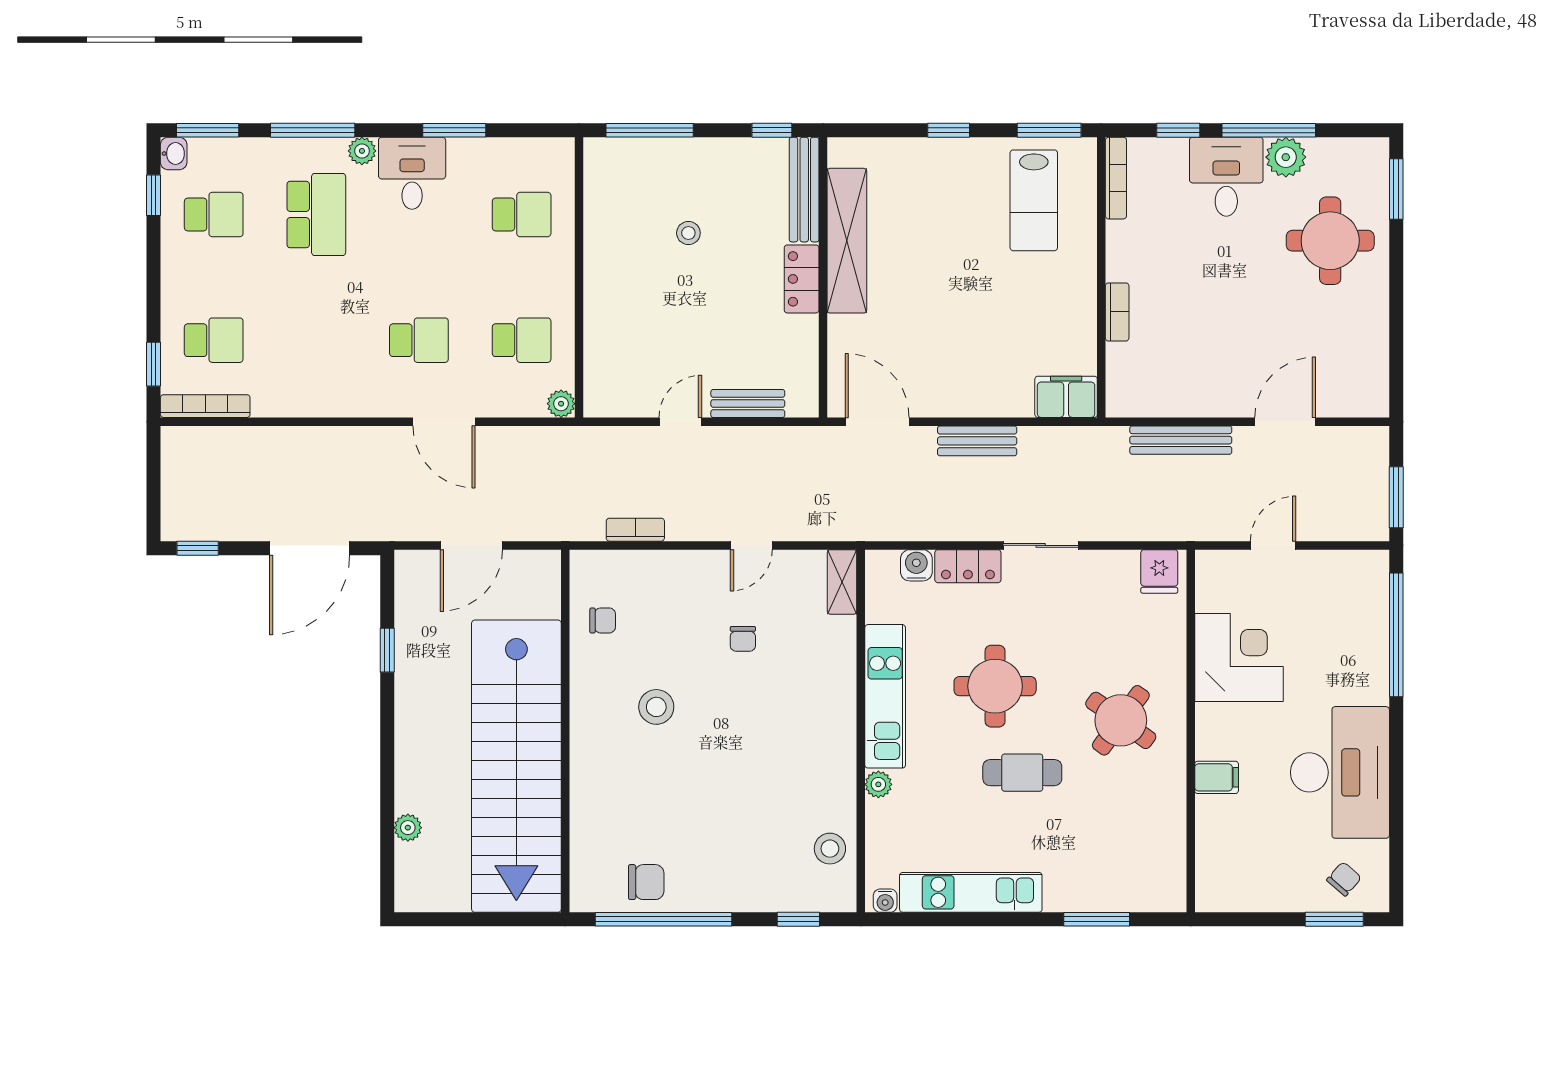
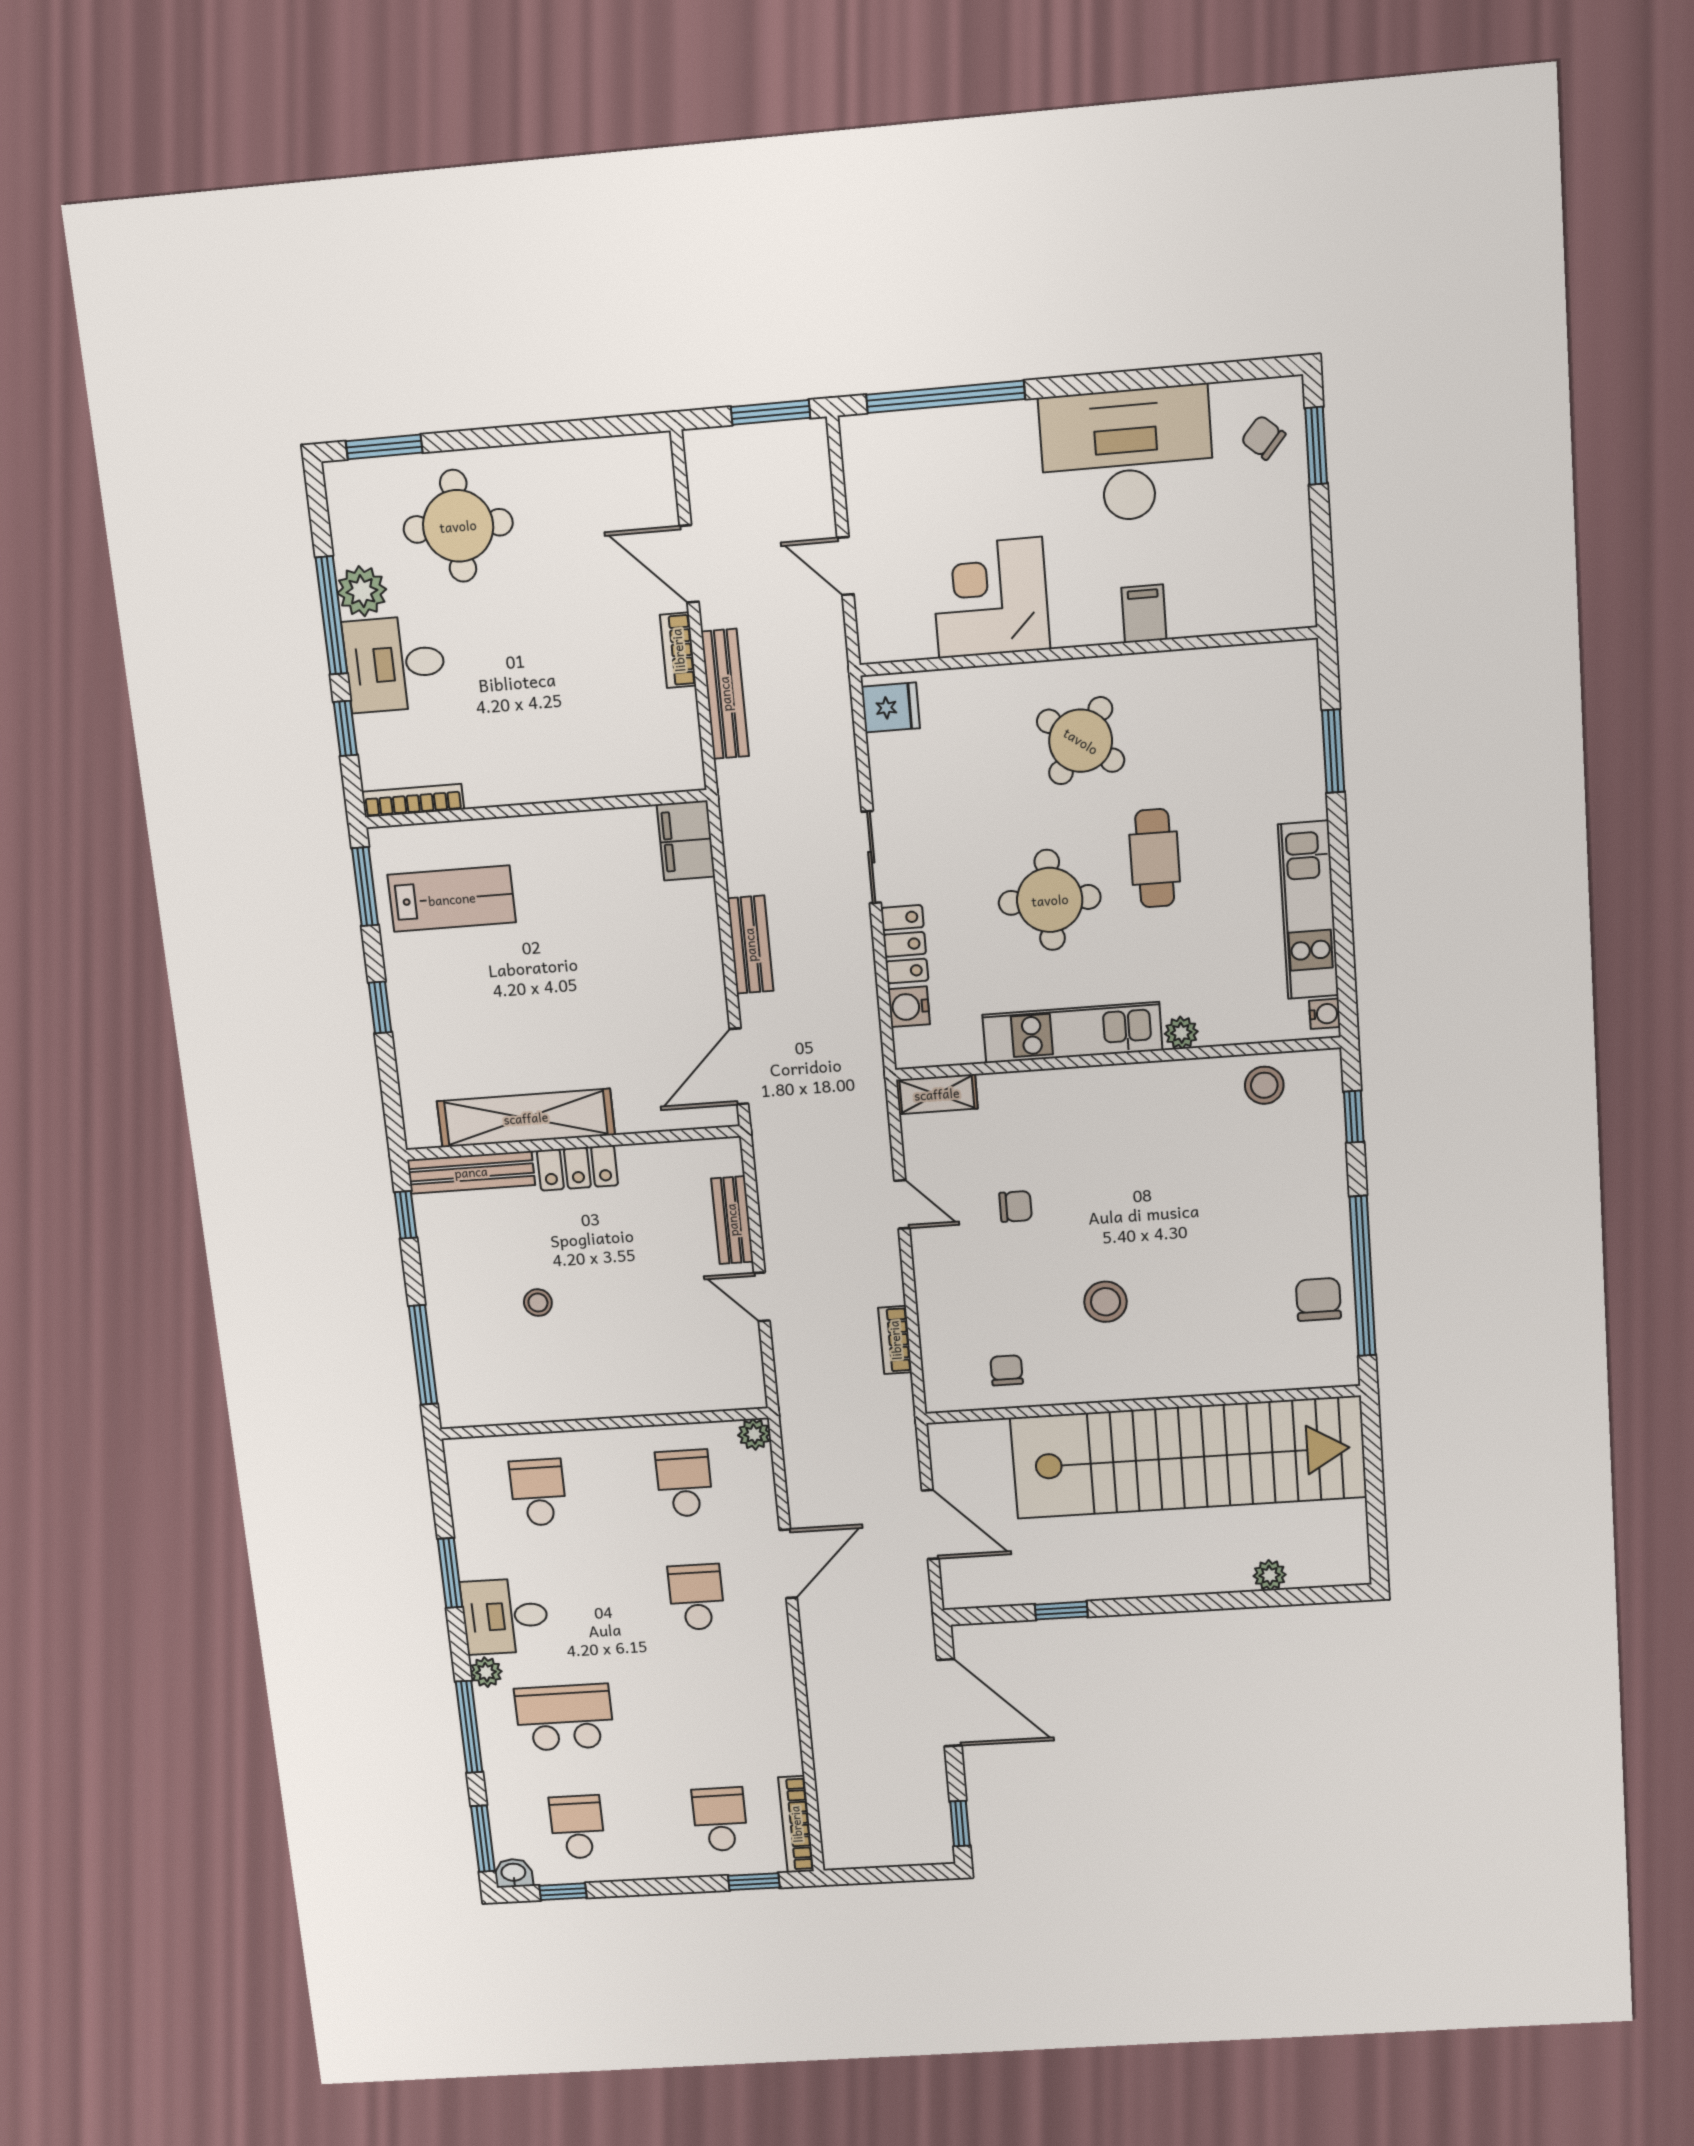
bookcase: (1117, 312) -> (678, 650), moved, turned -90

